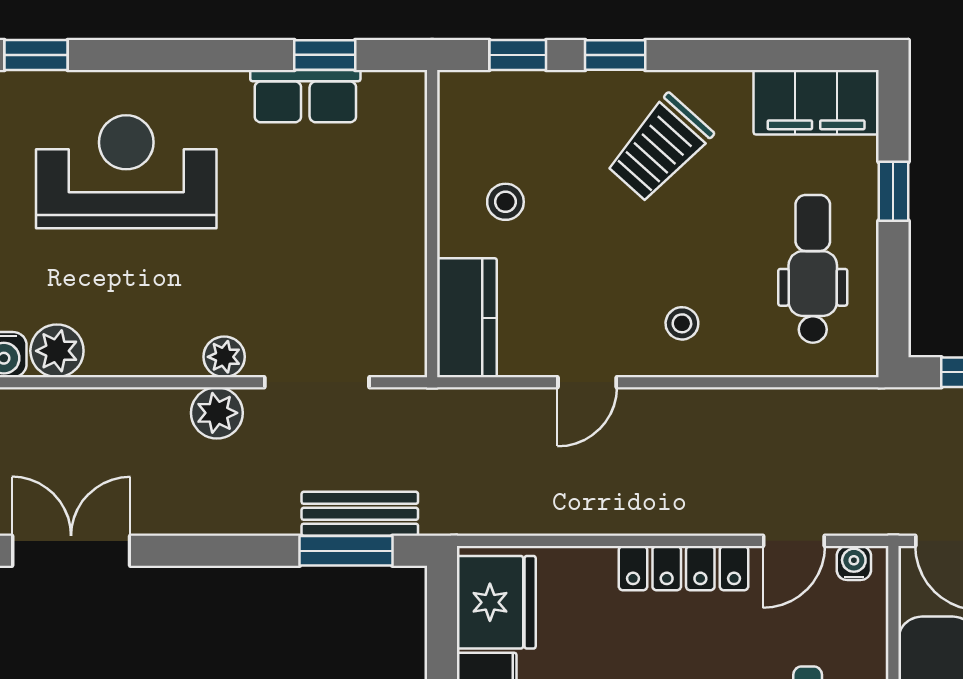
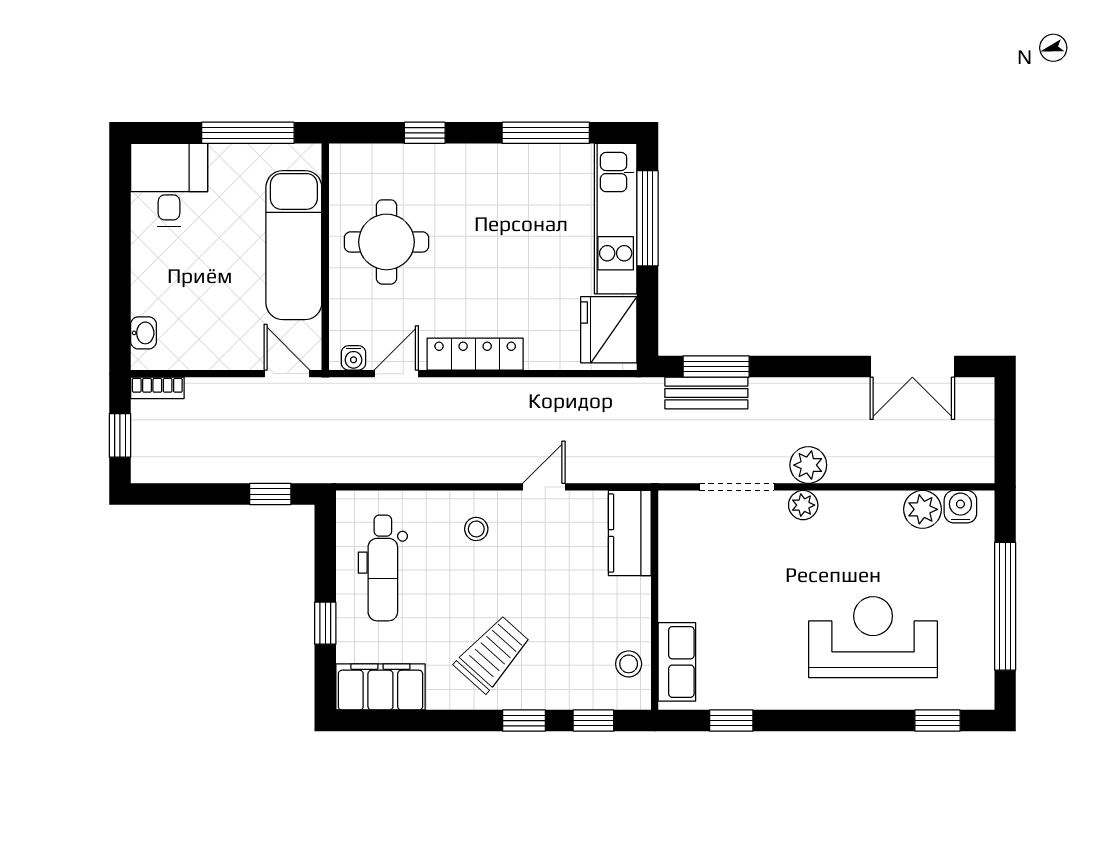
row of seats: (305, 96) -> (677, 662), moved, turned 90
reception desk: (126, 172) -> (873, 637), turned 180
stool: (505, 202) -> (629, 664), moved

